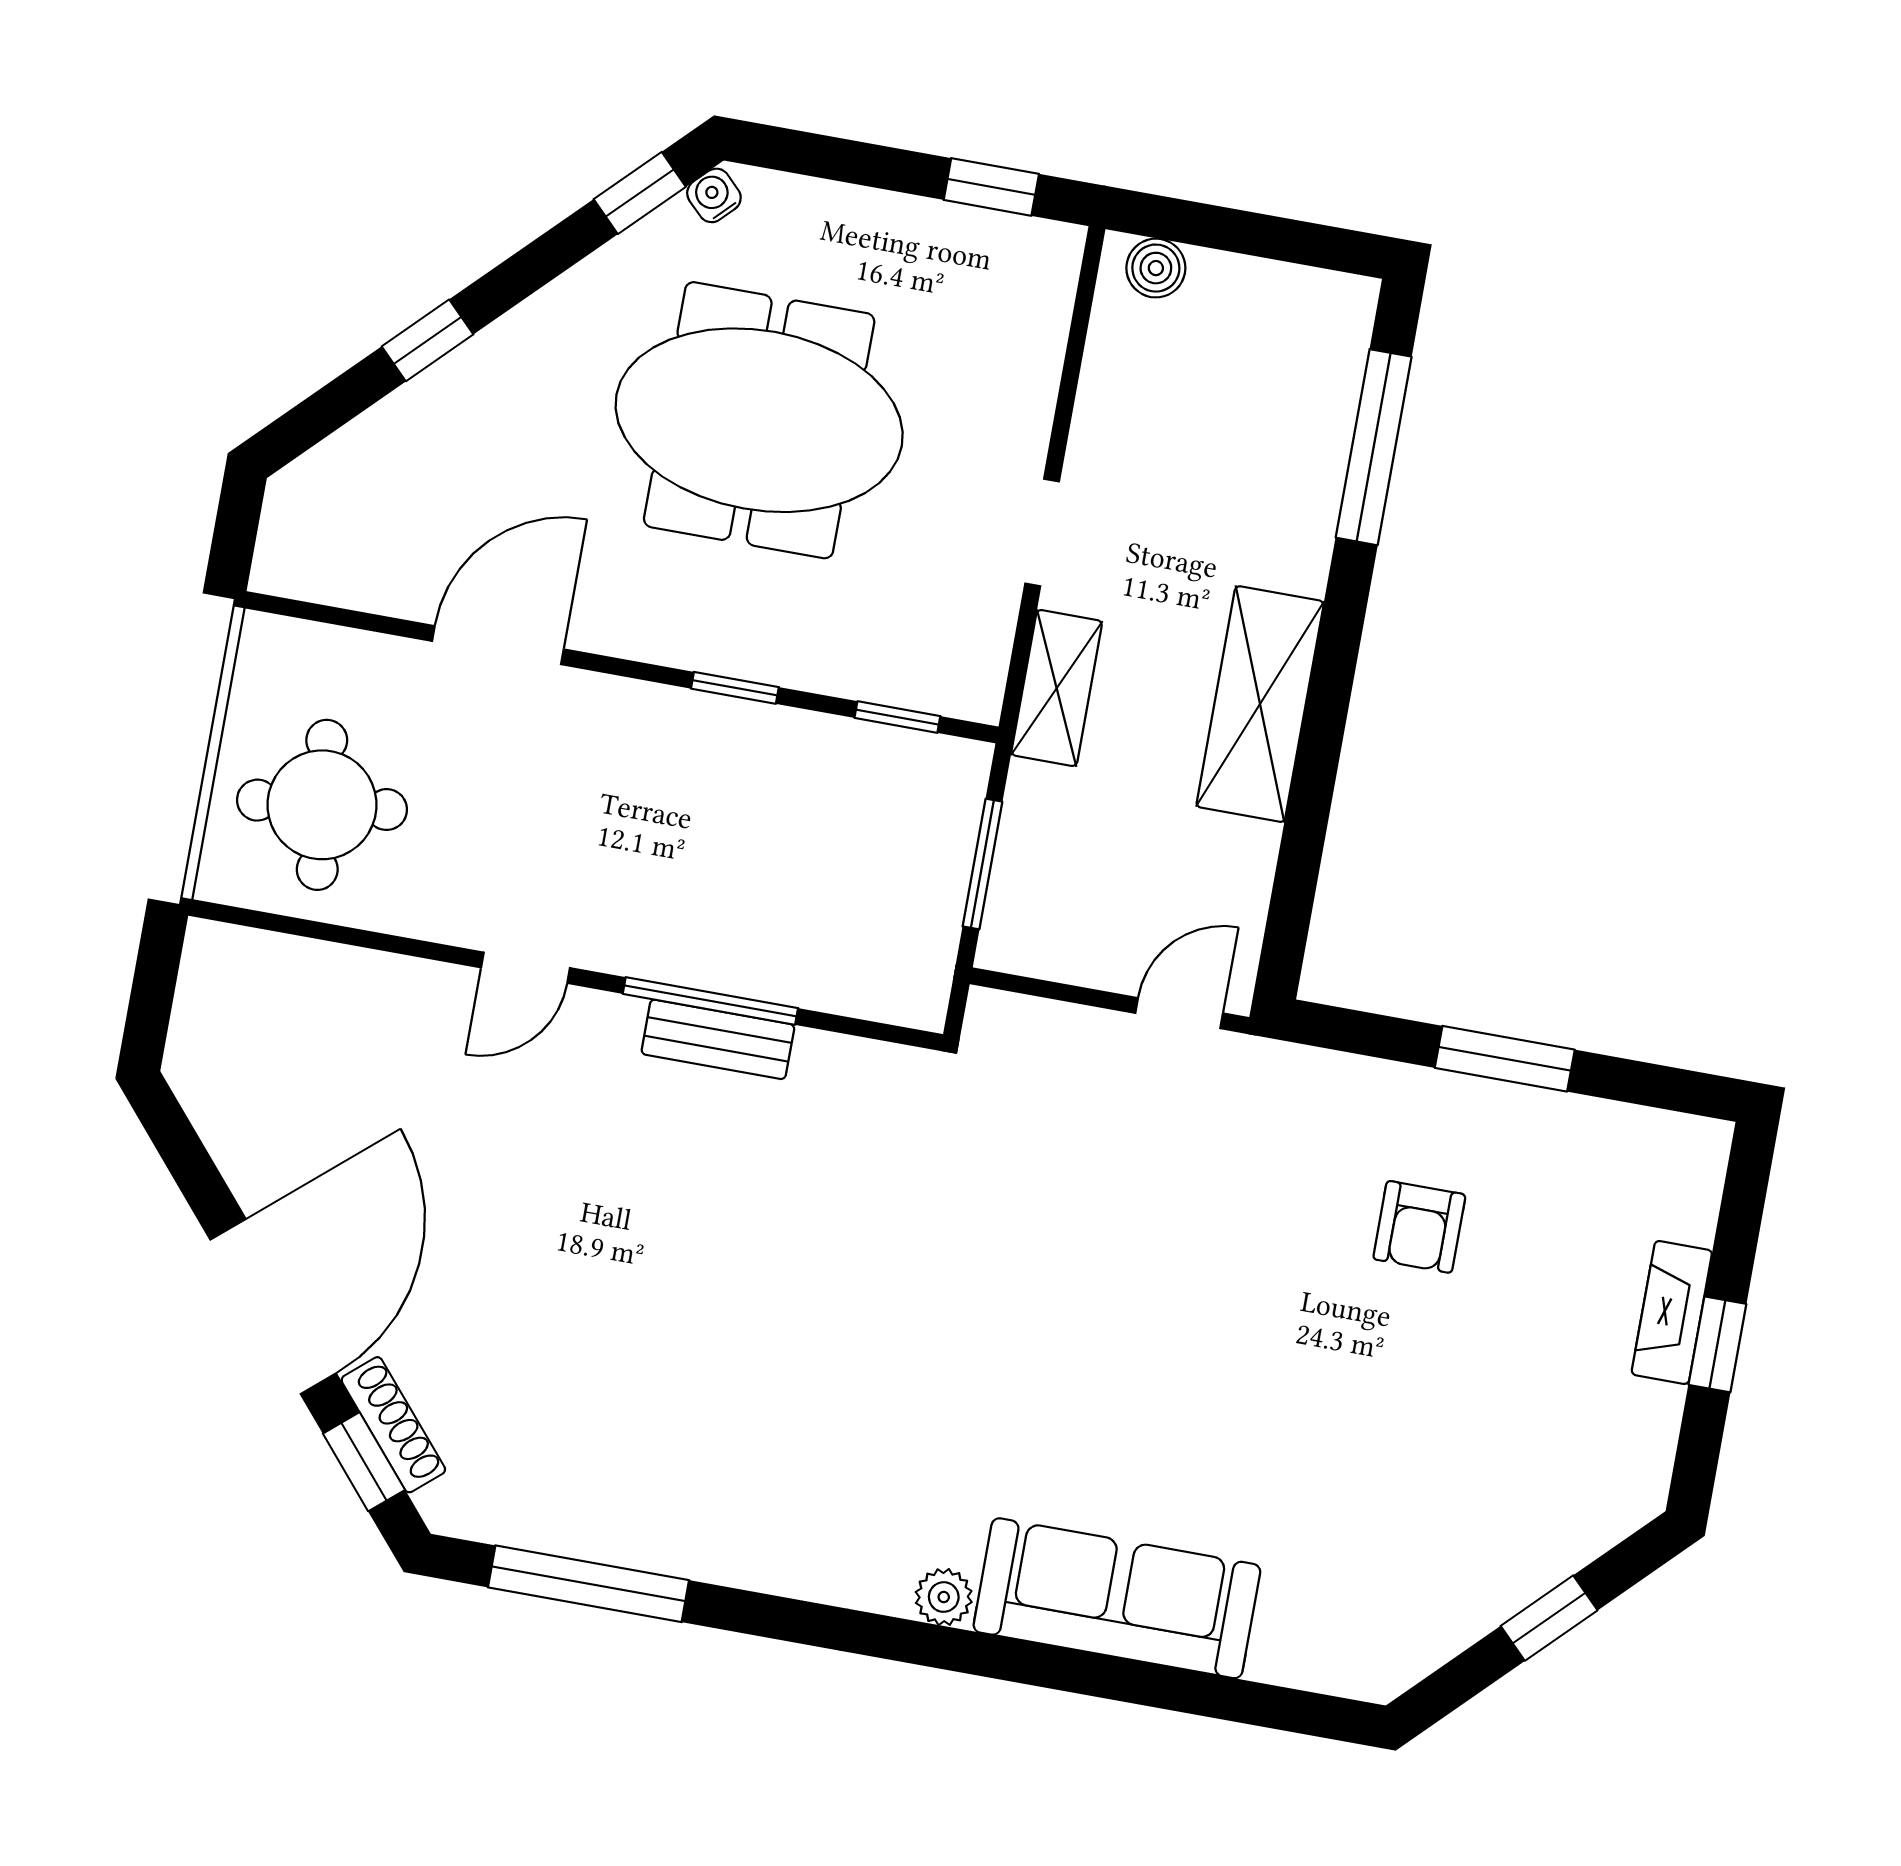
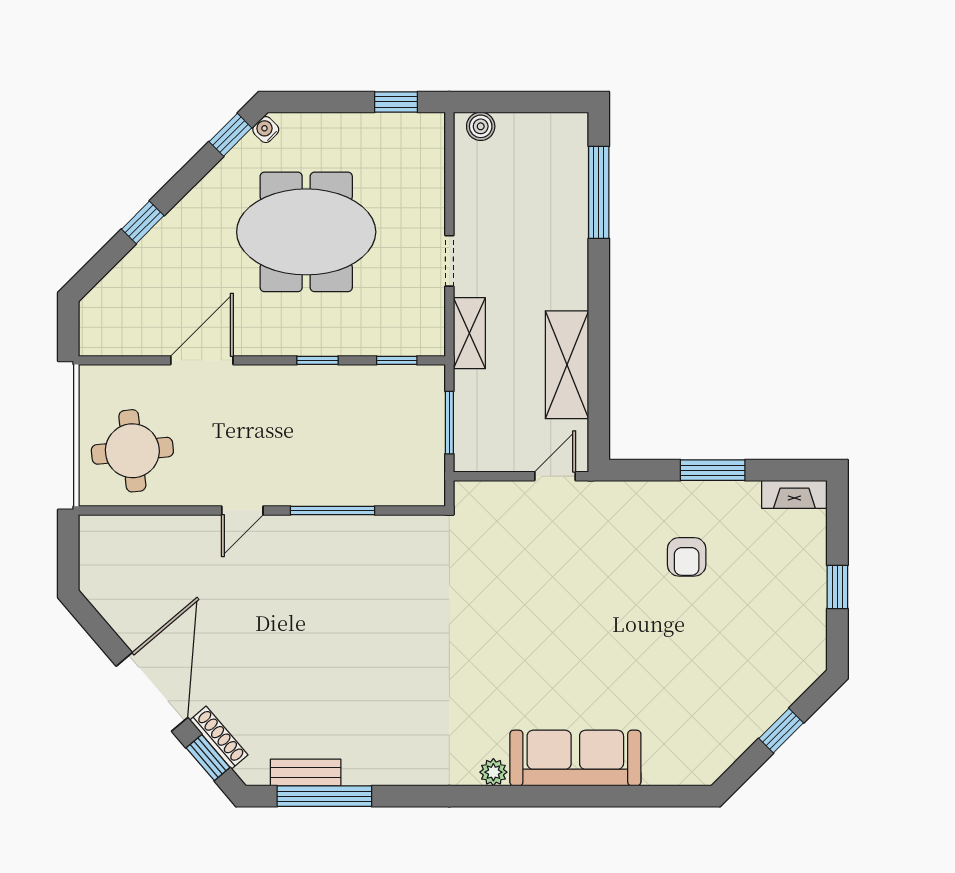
shelving: (1260, 704) -> (567, 365), moved
bench: (718, 1039) -> (306, 772), moved
fireplace: (1672, 1312) -> (794, 494), moved, turned -90

